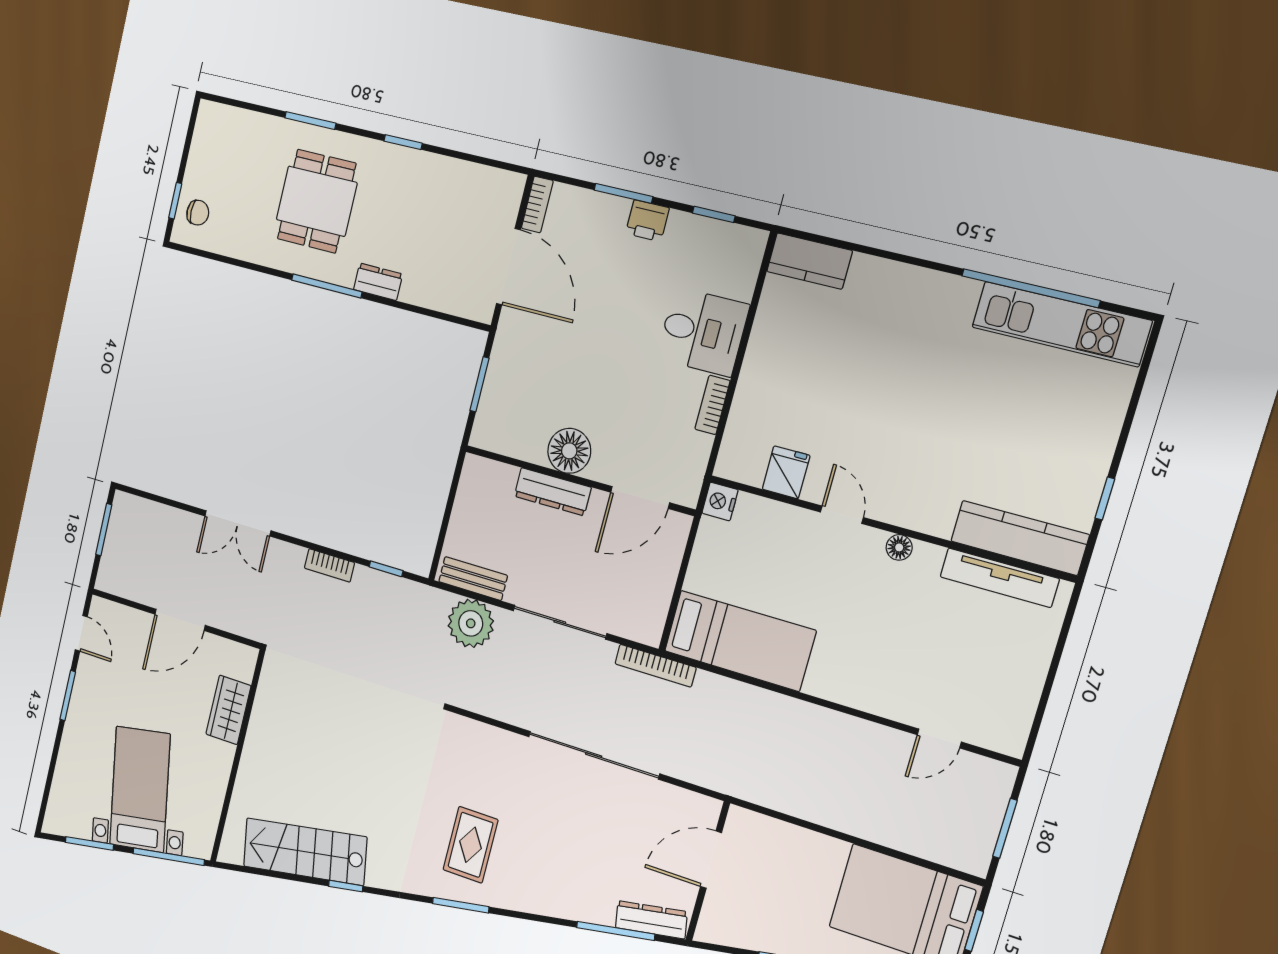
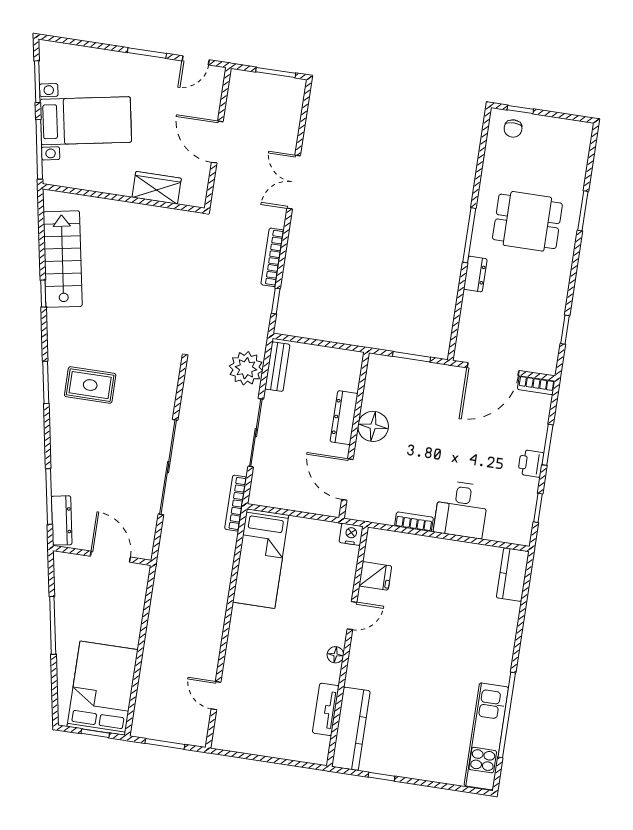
window: (403, 142) -> (565, 330), moved
bookcase: (329, 565) -> (273, 257), width x1.56
tv unit: (999, 578) -> (326, 709), width x0.71

